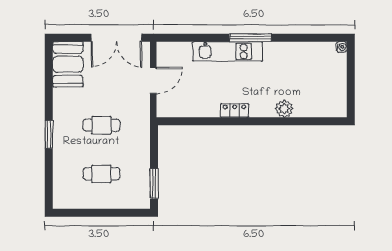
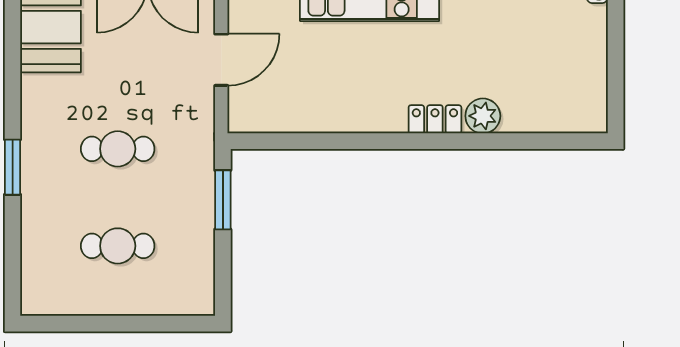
locker: (235, 110) -> (435, 119), moved
window: (154, 184) -> (223, 200), moved

